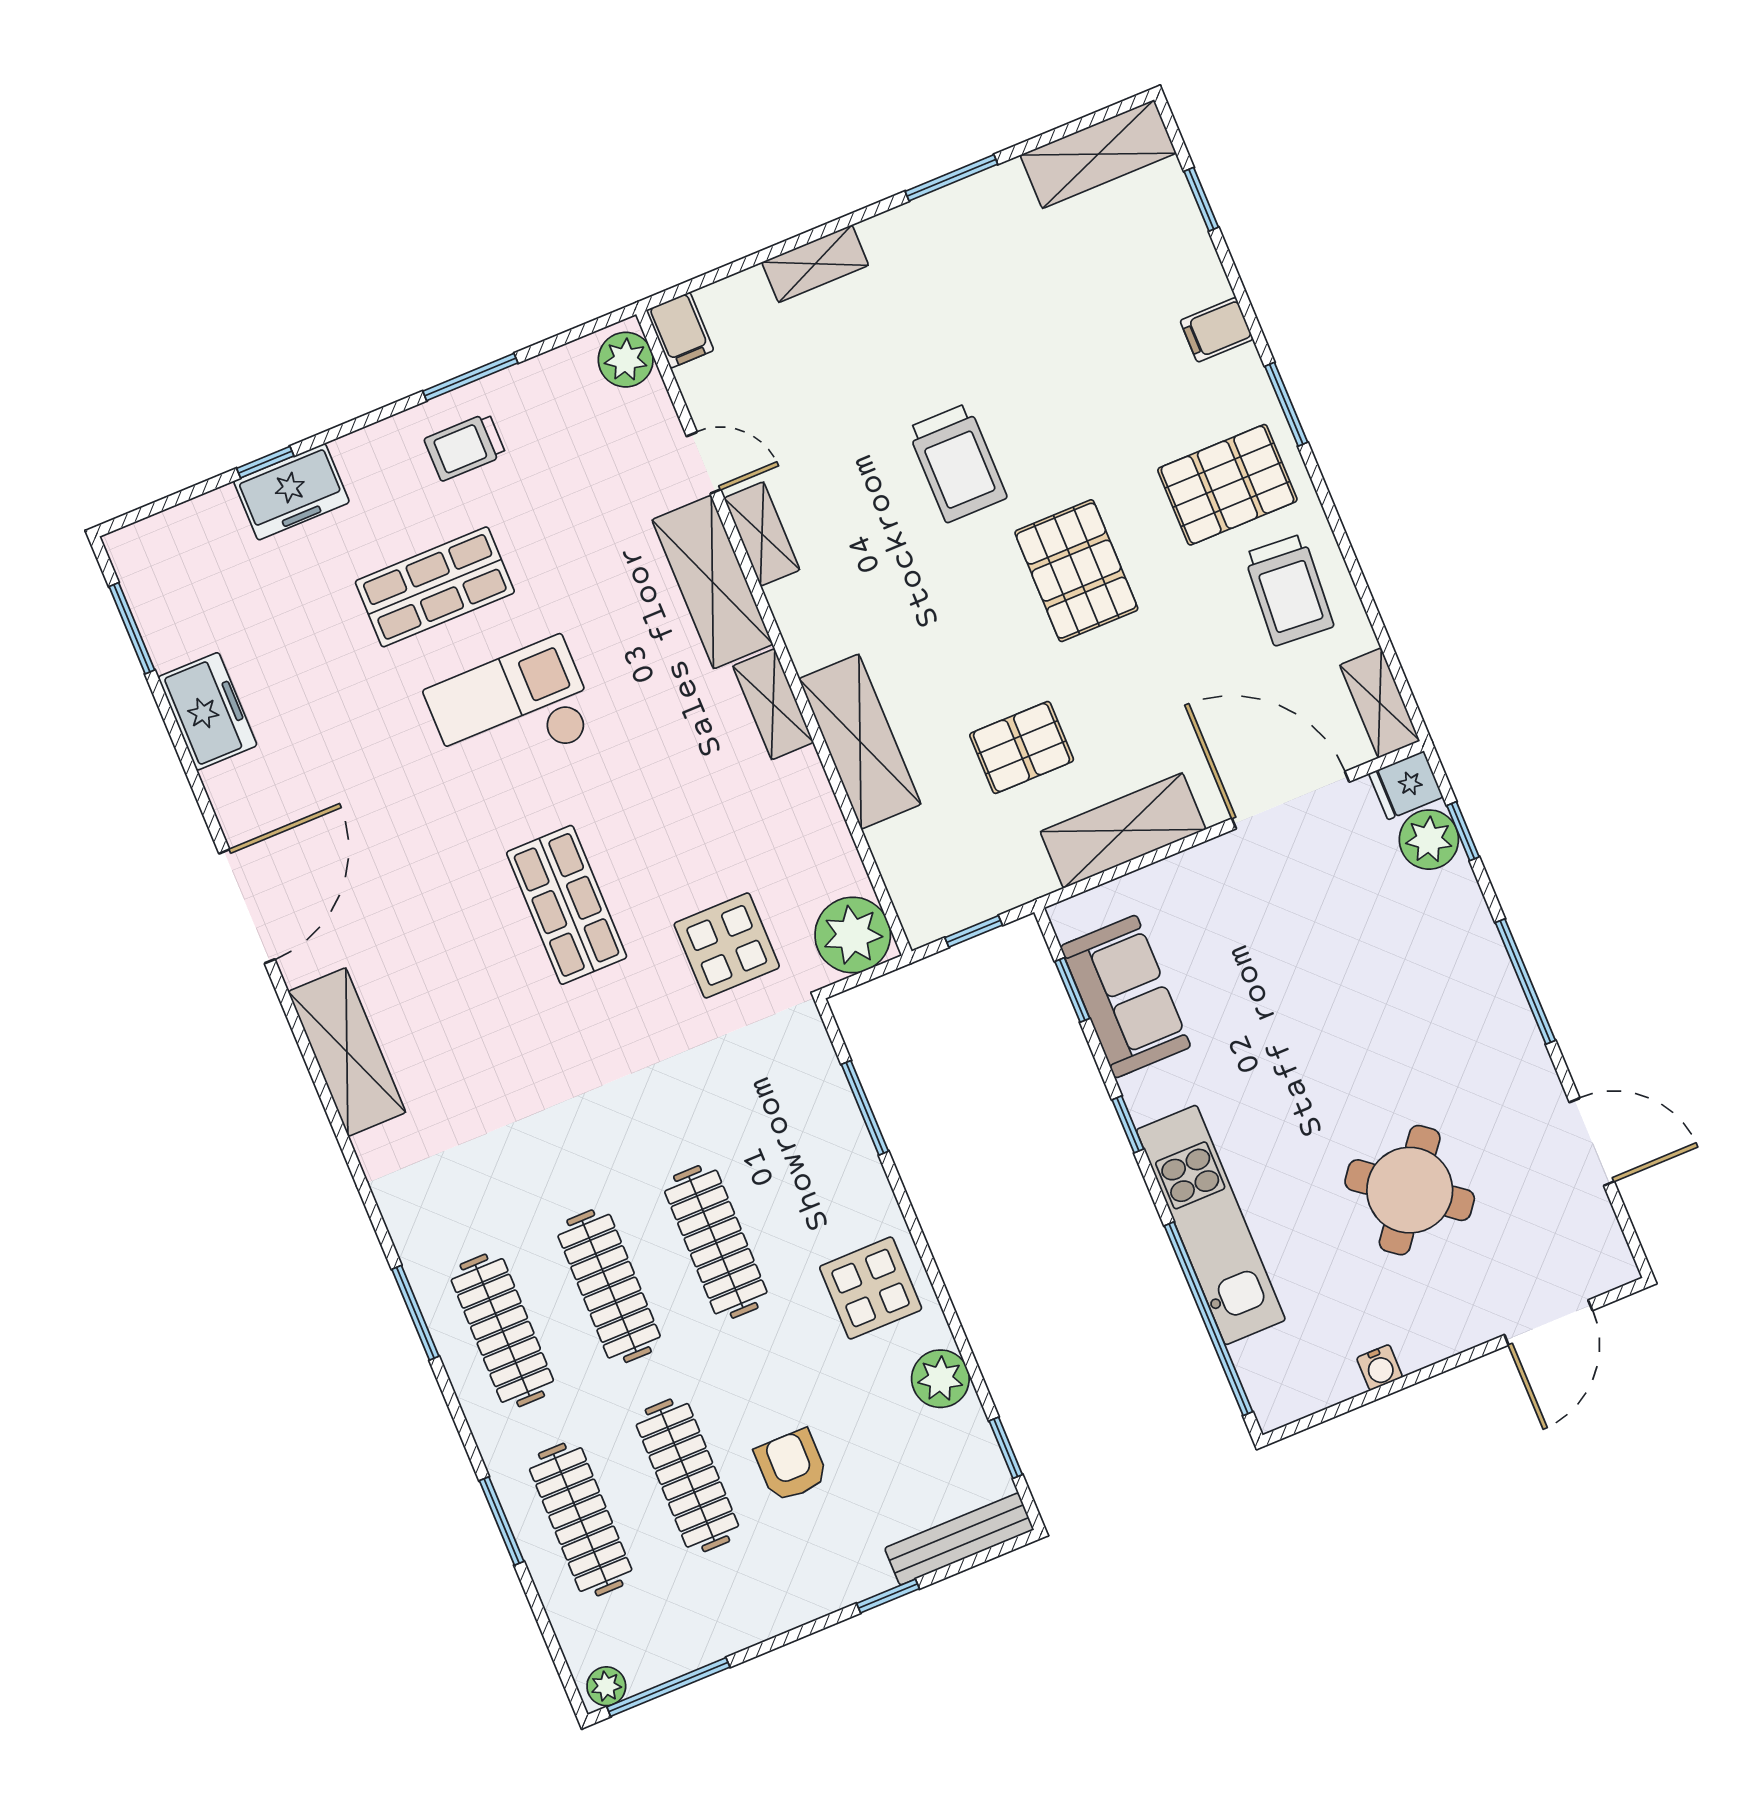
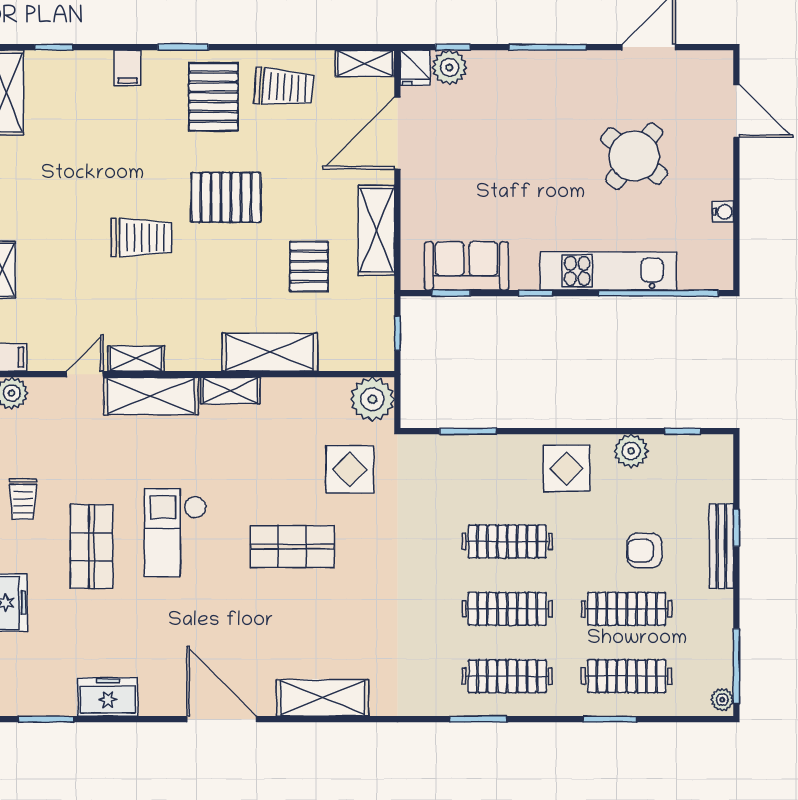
bench: (959, 1539) -> (722, 546), moved

